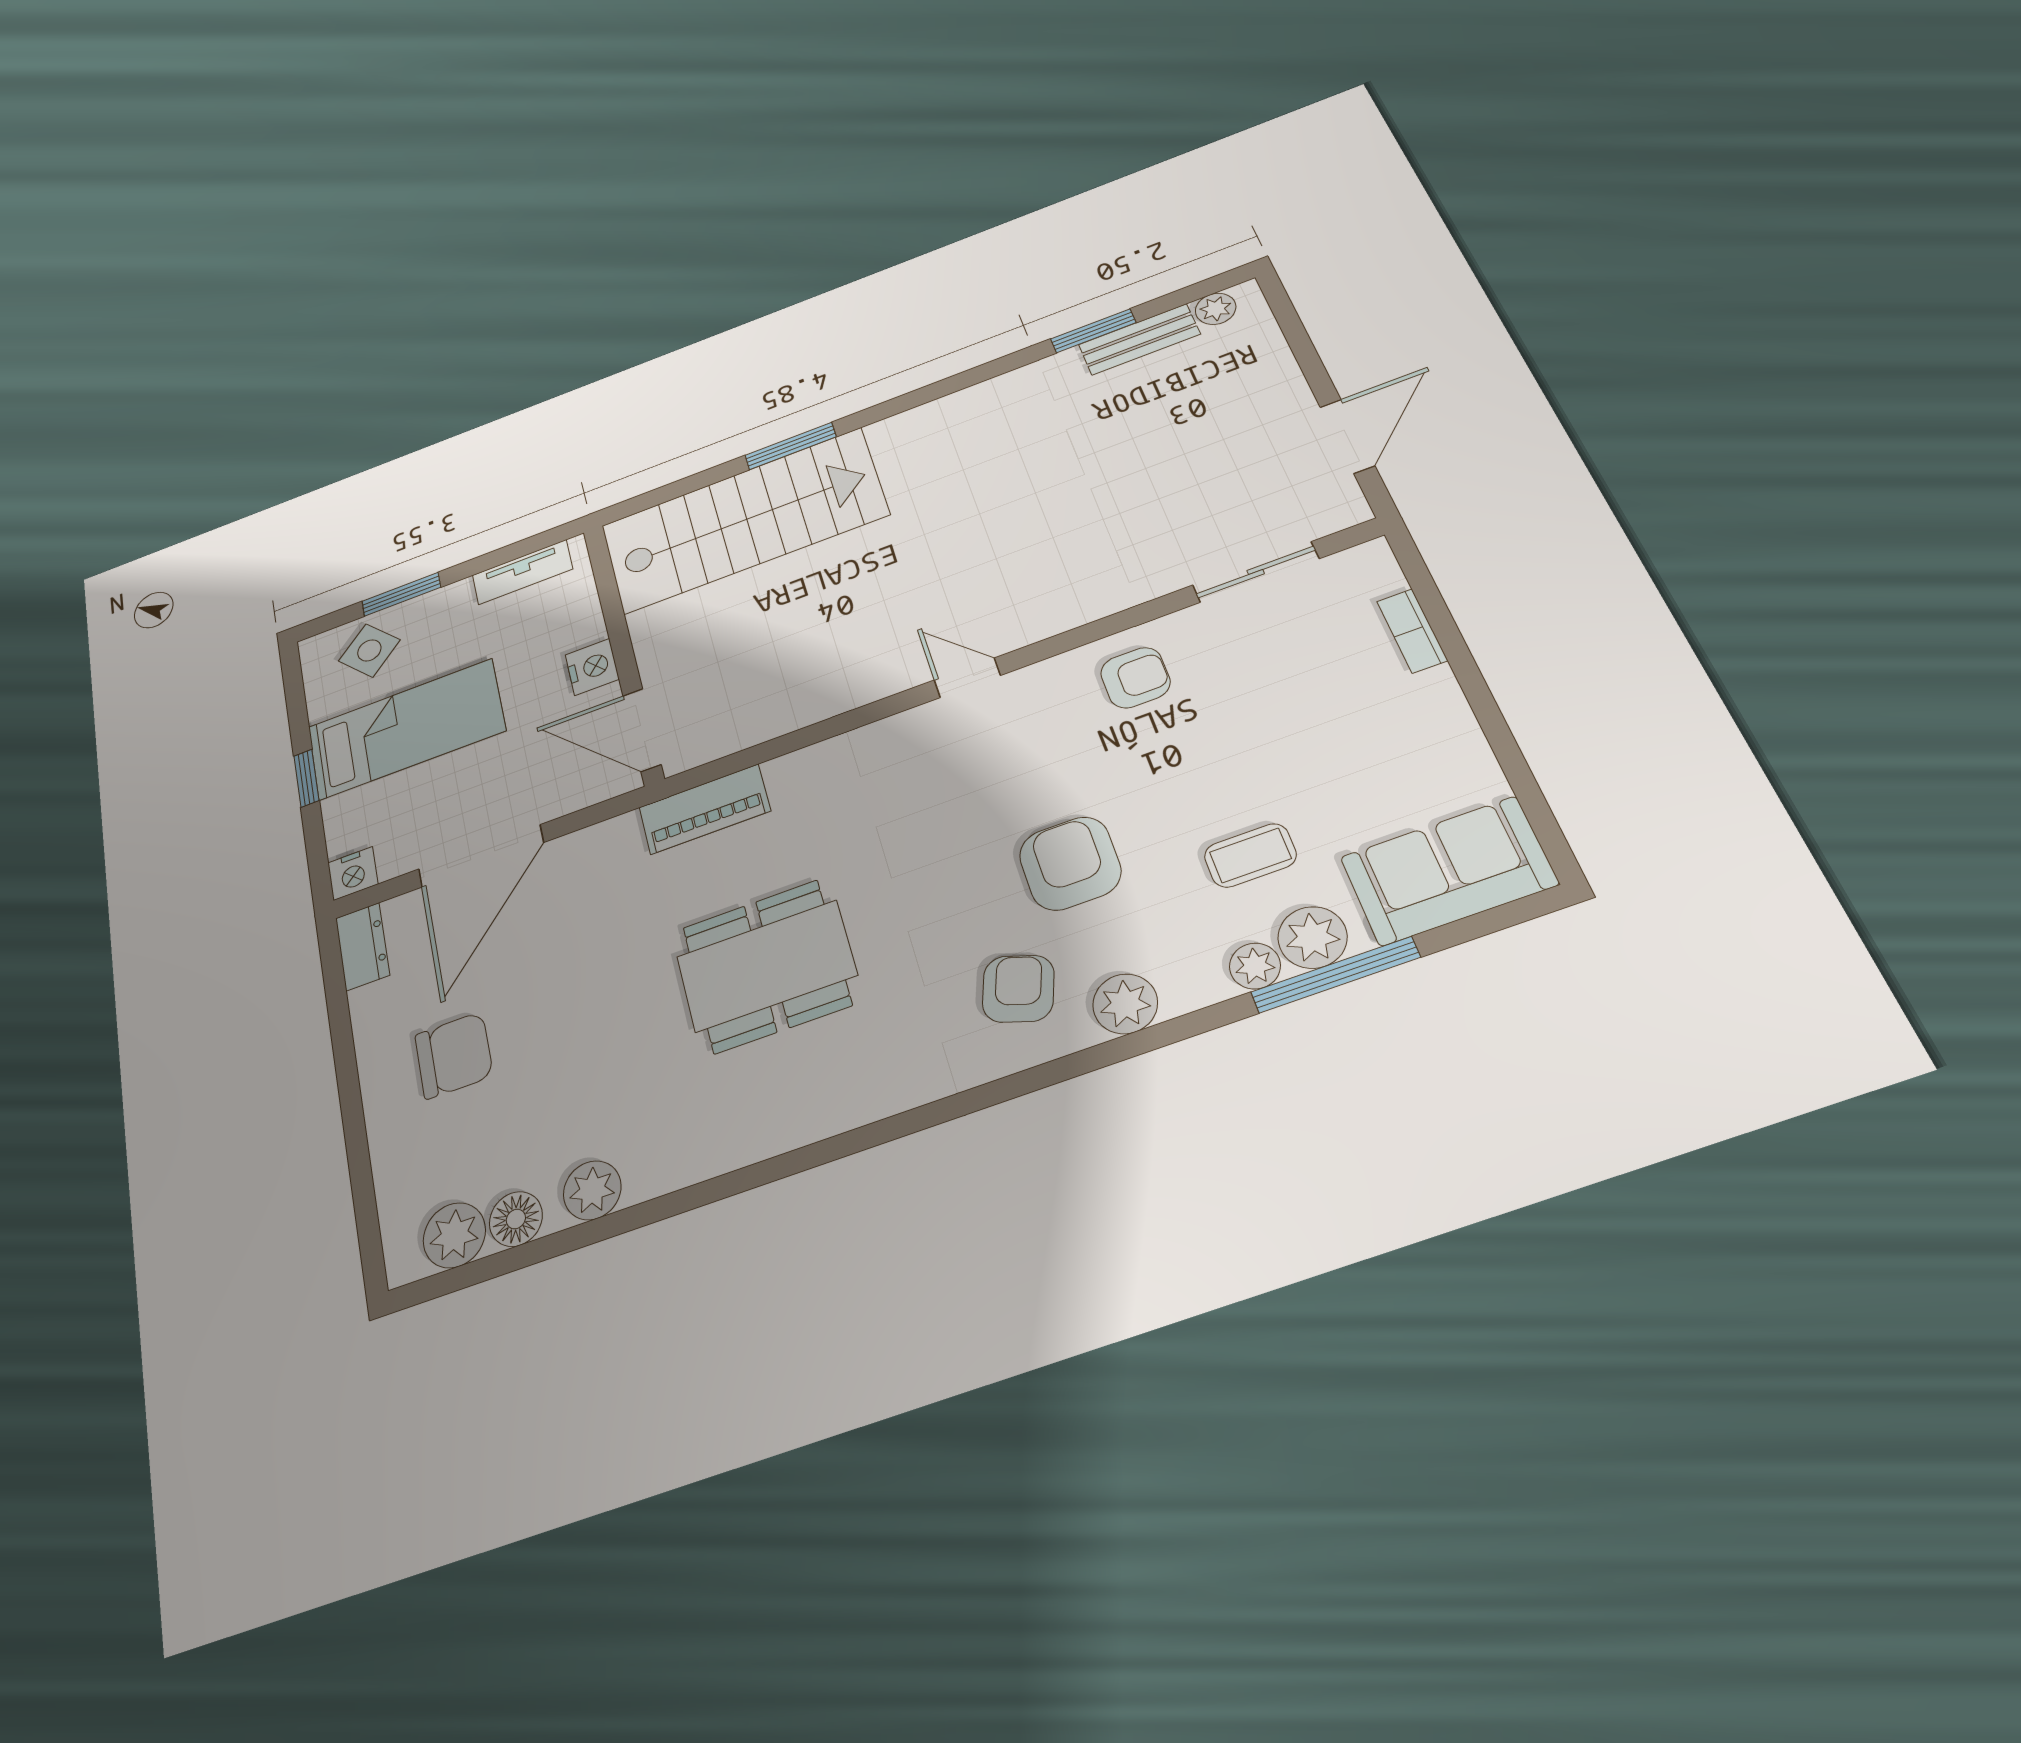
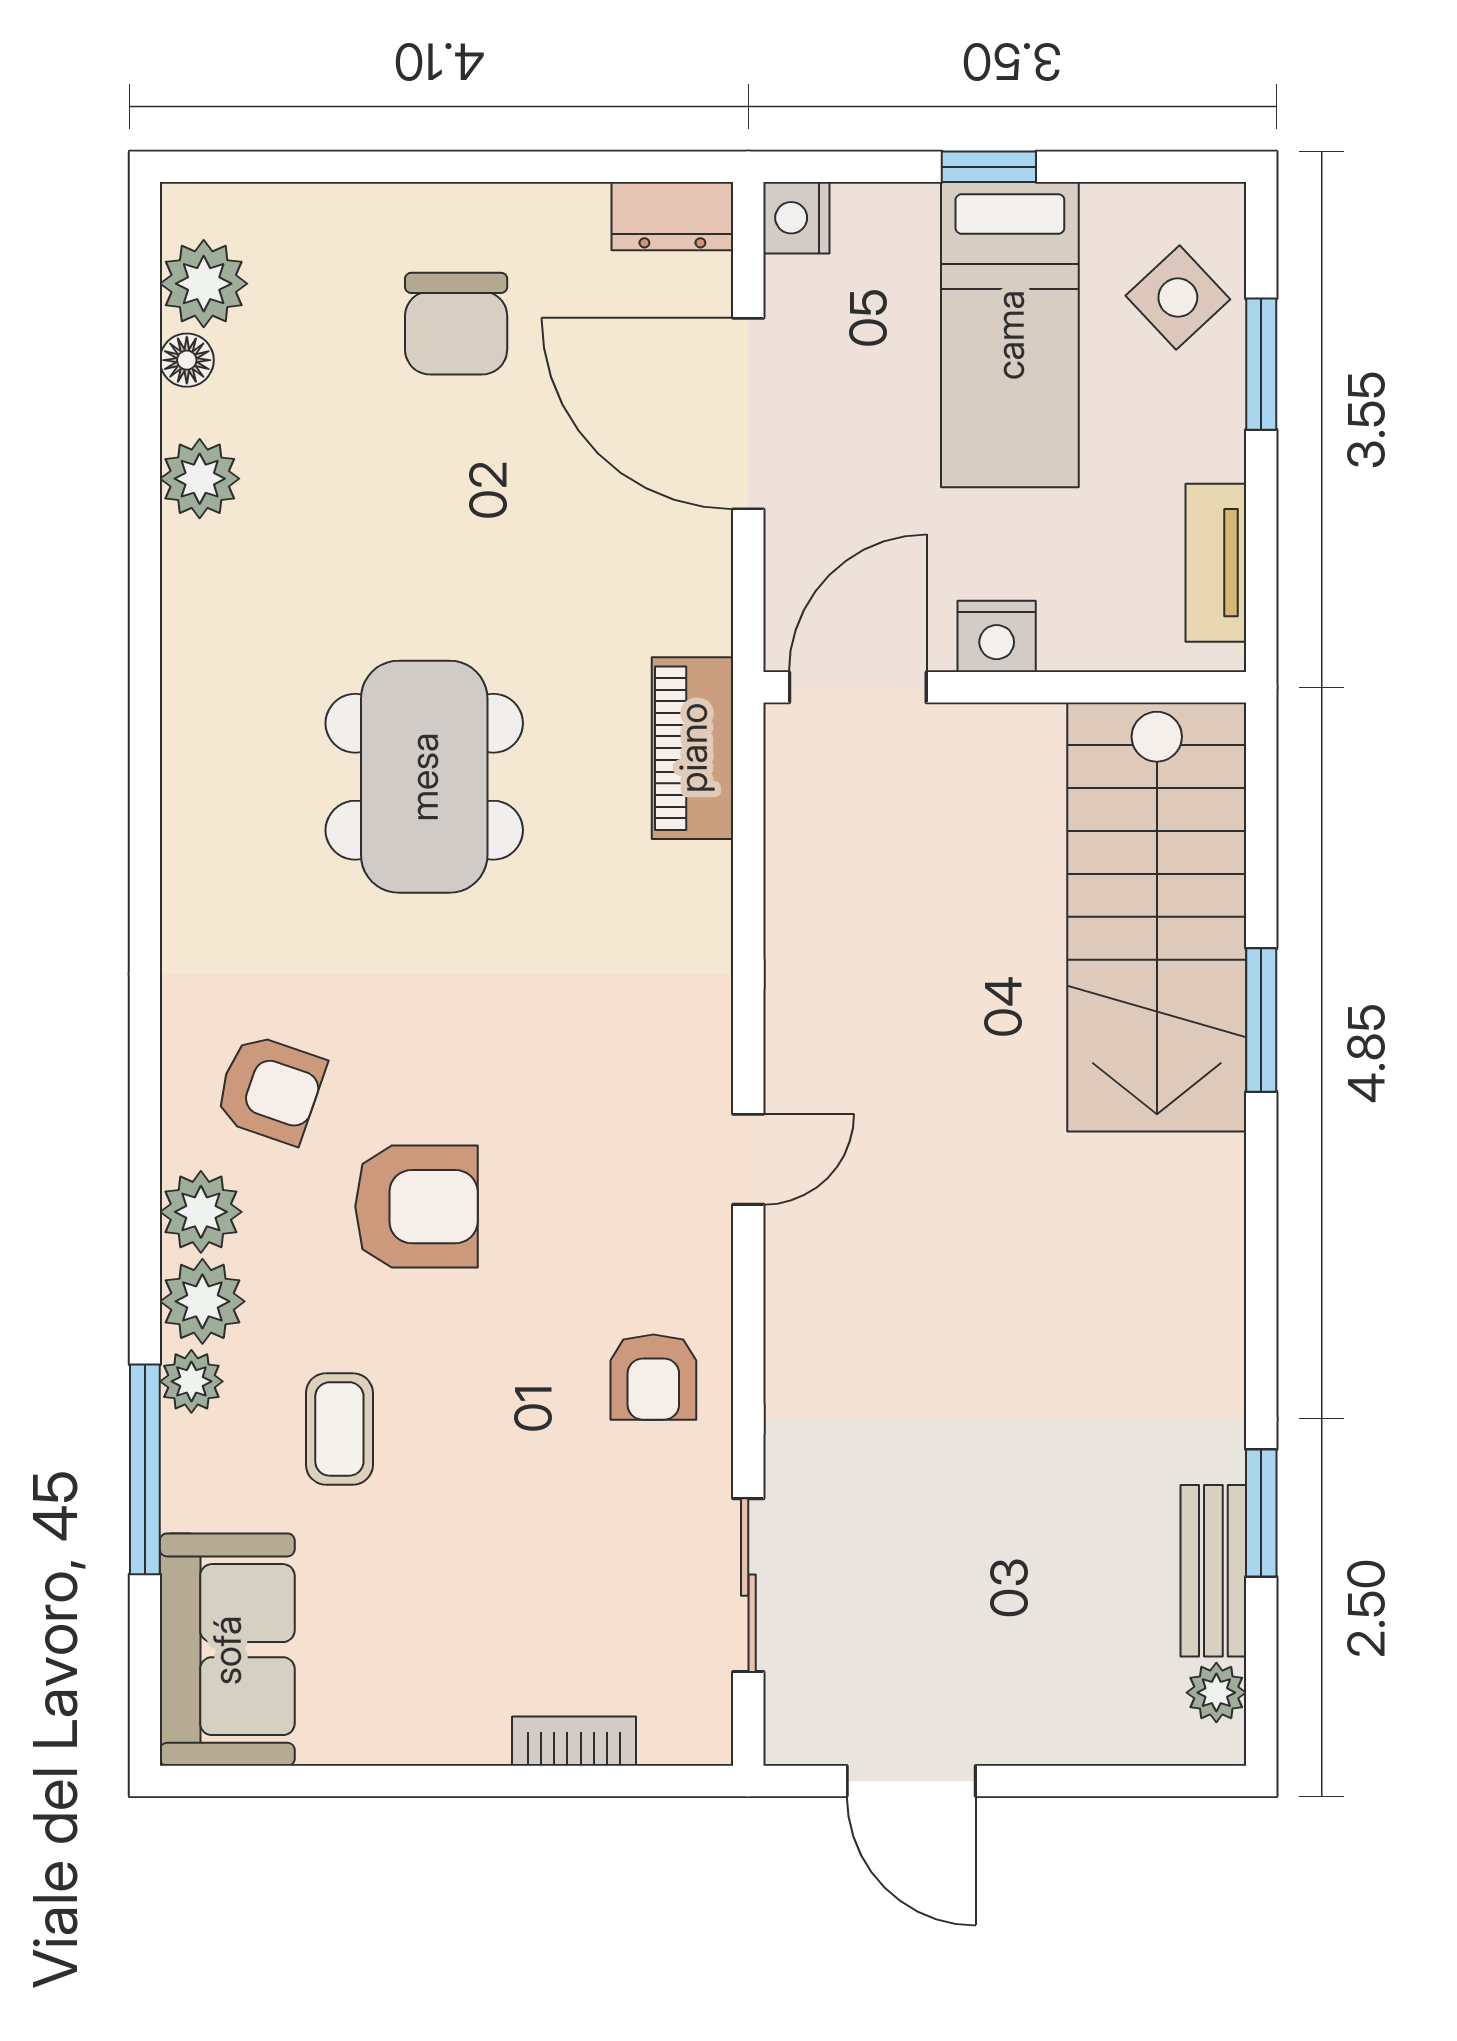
plant: (1312, 937) -> (202, 1301), moved
floor lamp: (516, 1219) -> (187, 360), width x0.73, depth x0.73

